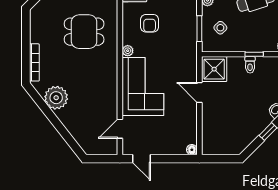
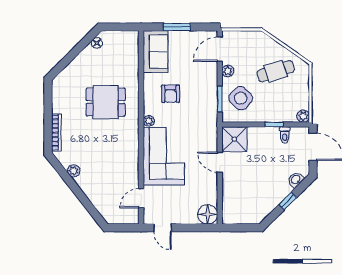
side table: (220, 28) -> (241, 98), width x1.87, depth x1.87
toilet: (250, 65) -> (285, 135), moved
plant: (56, 98) -> (74, 171), width x0.53, depth x0.53
floor lamp: (192, 150) -> (208, 214), width x1.89, depth x1.89

